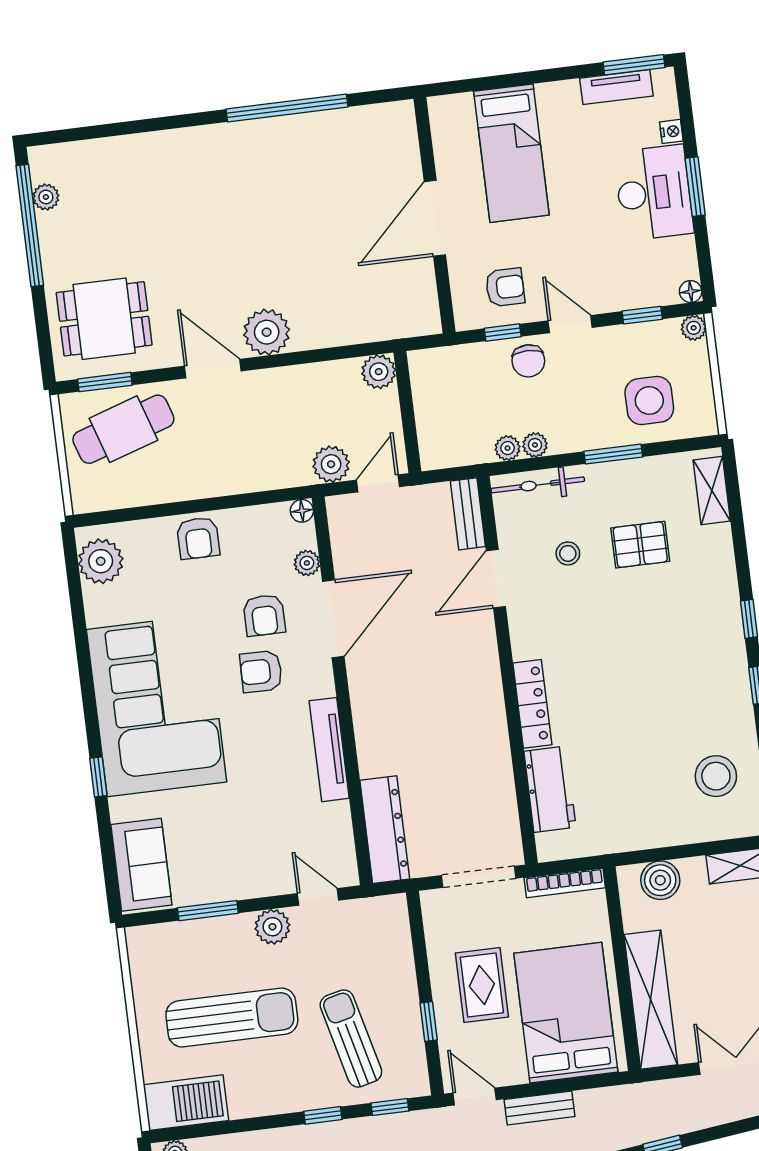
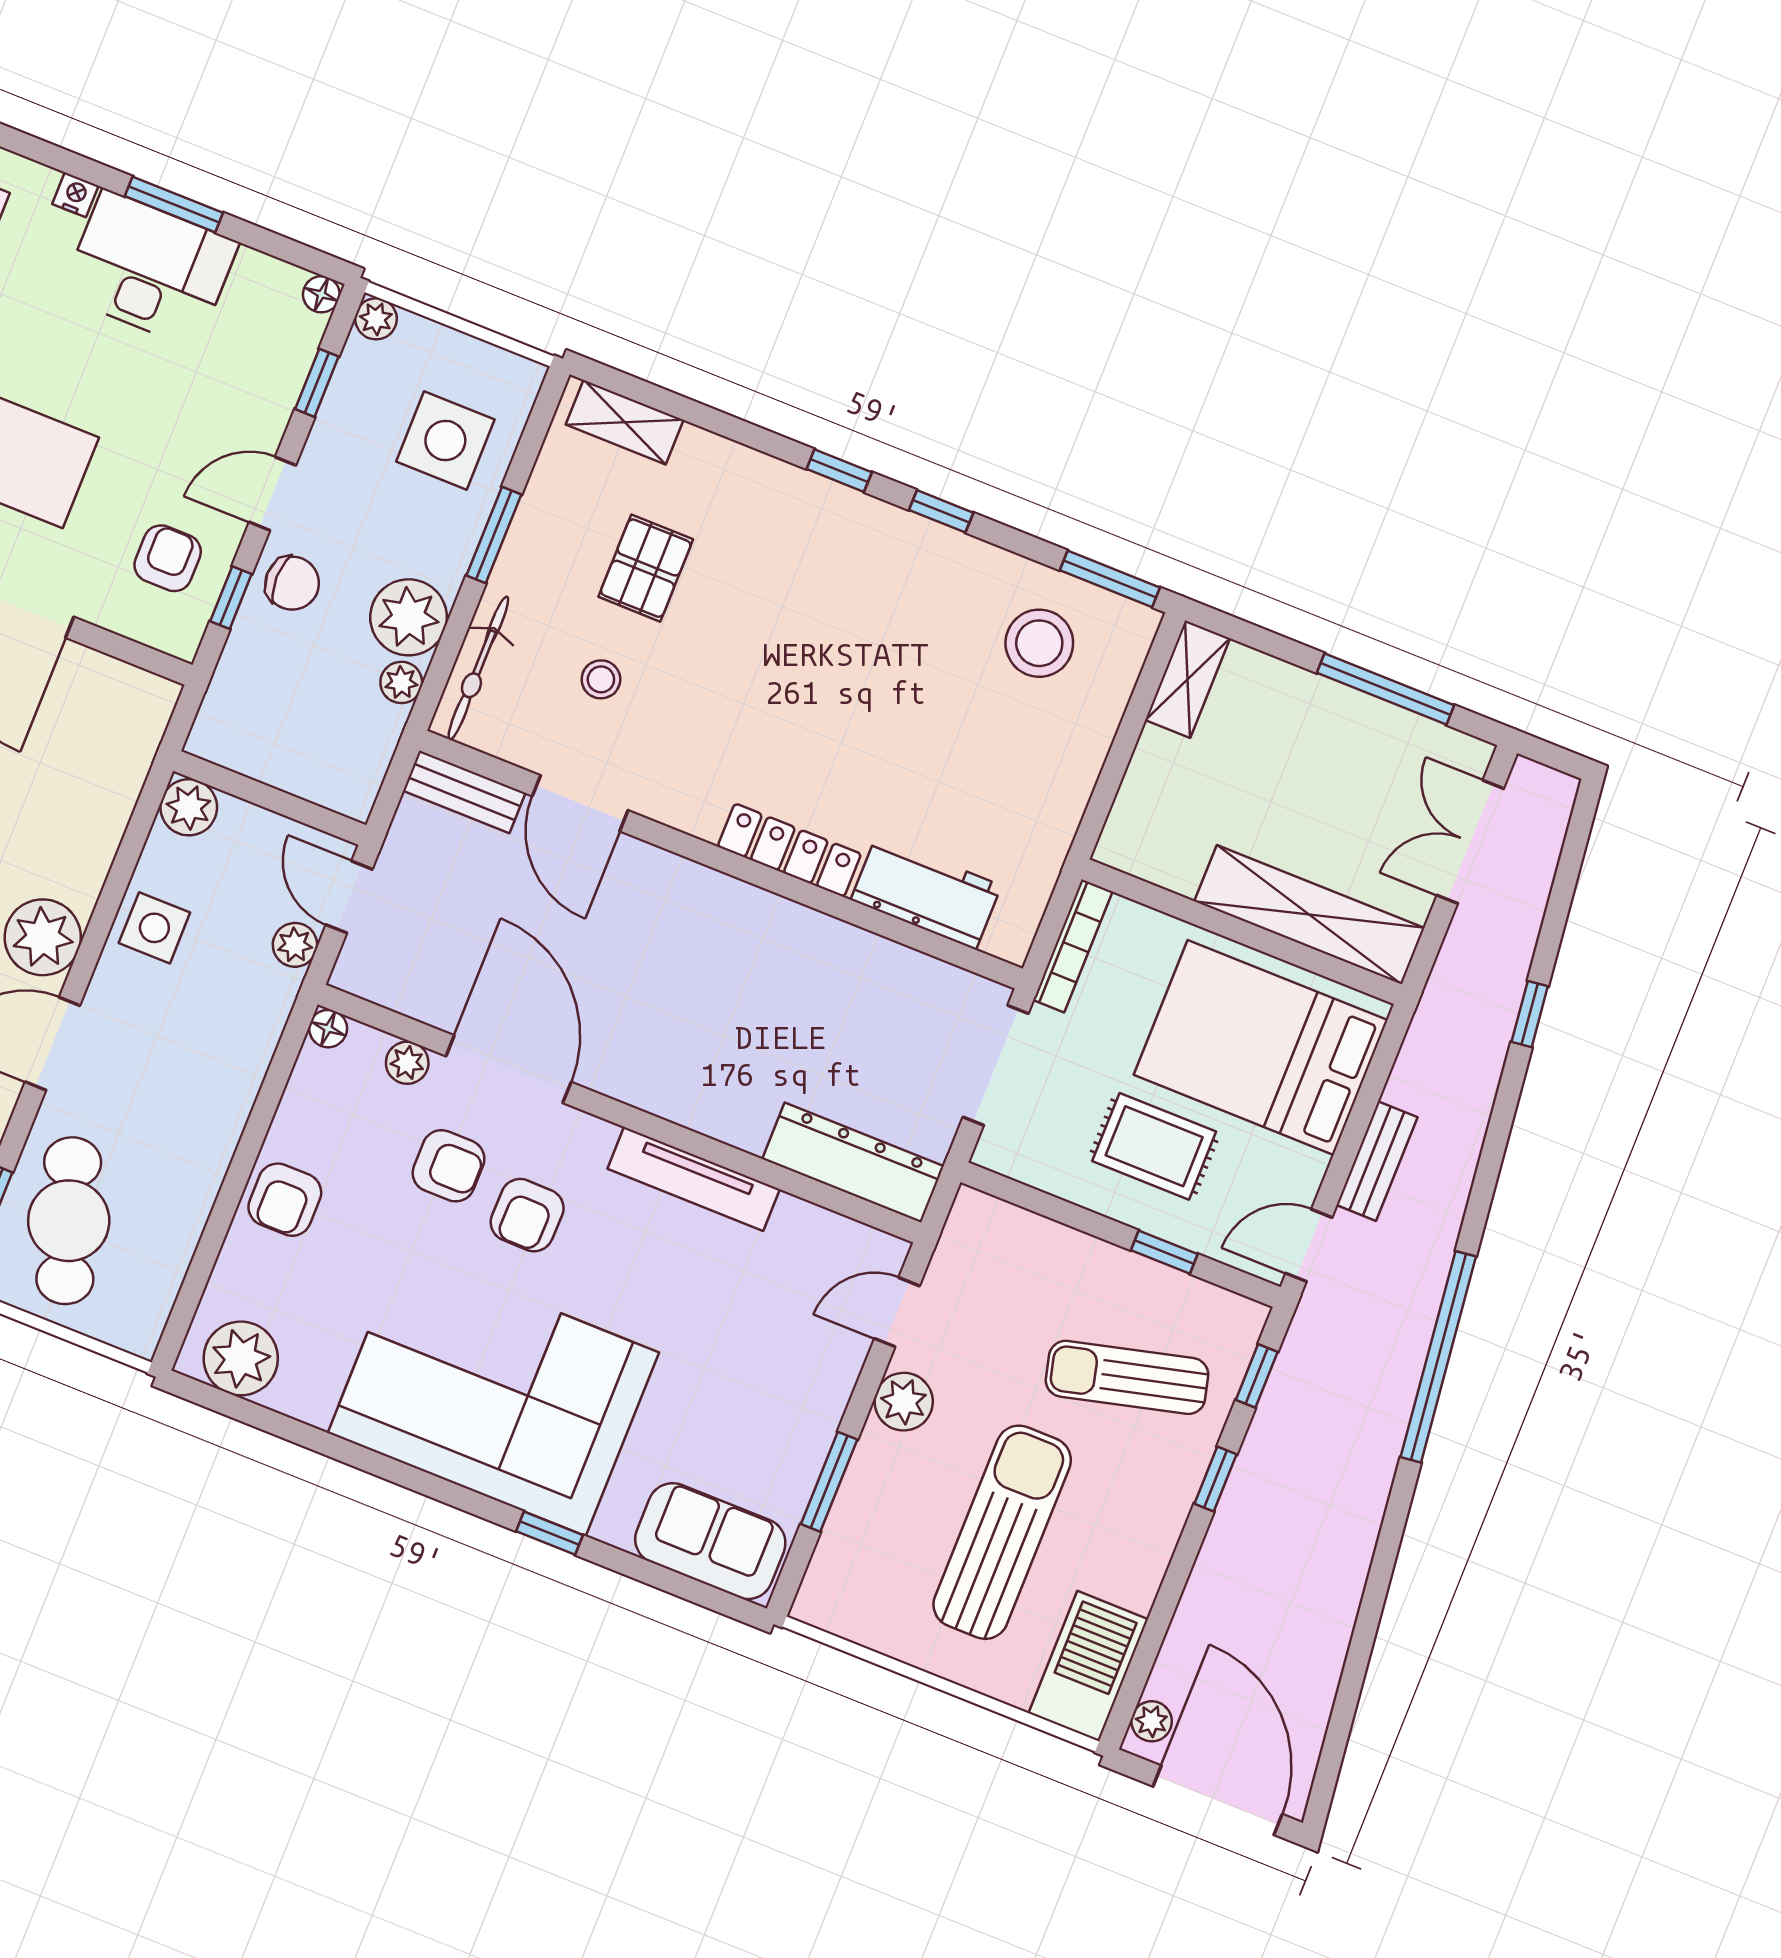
side table: (304, 389) -> (154, 928), added
plant: (535, 445) -> (409, 617), width x1.87, depth x1.87
plant: (331, 464) -> (295, 945), width x0.73, depth x0.73
armchair: (198, 538) -> (285, 1200), turned 90
boiler: (660, 880) -> (1145, 806), removed

